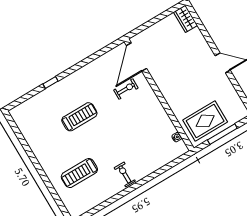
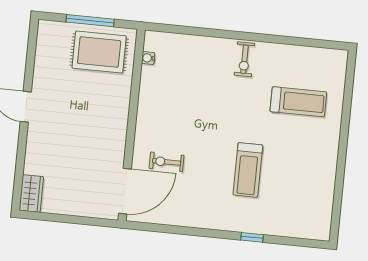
treadmill: (79, 117) -> (248, 170), turned -90

